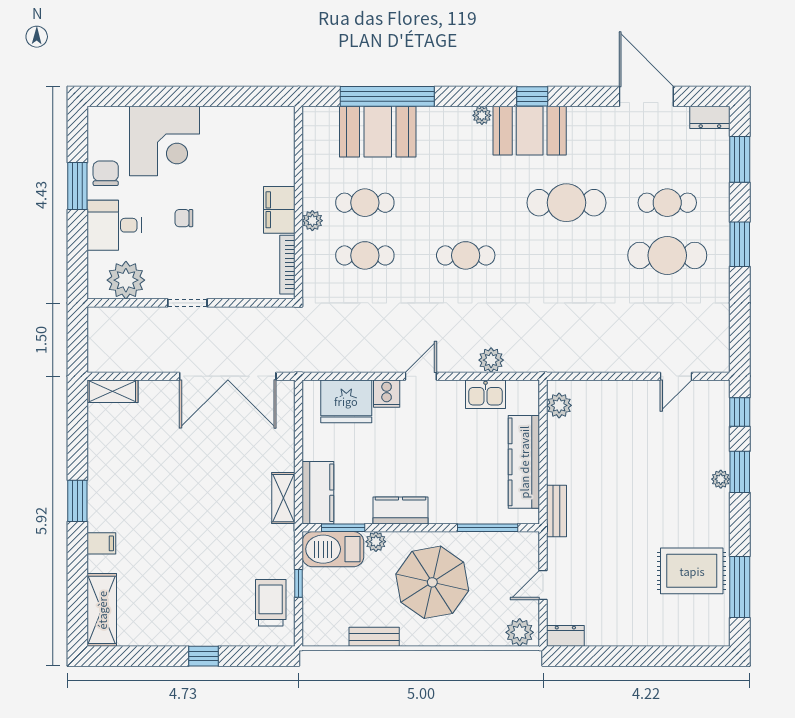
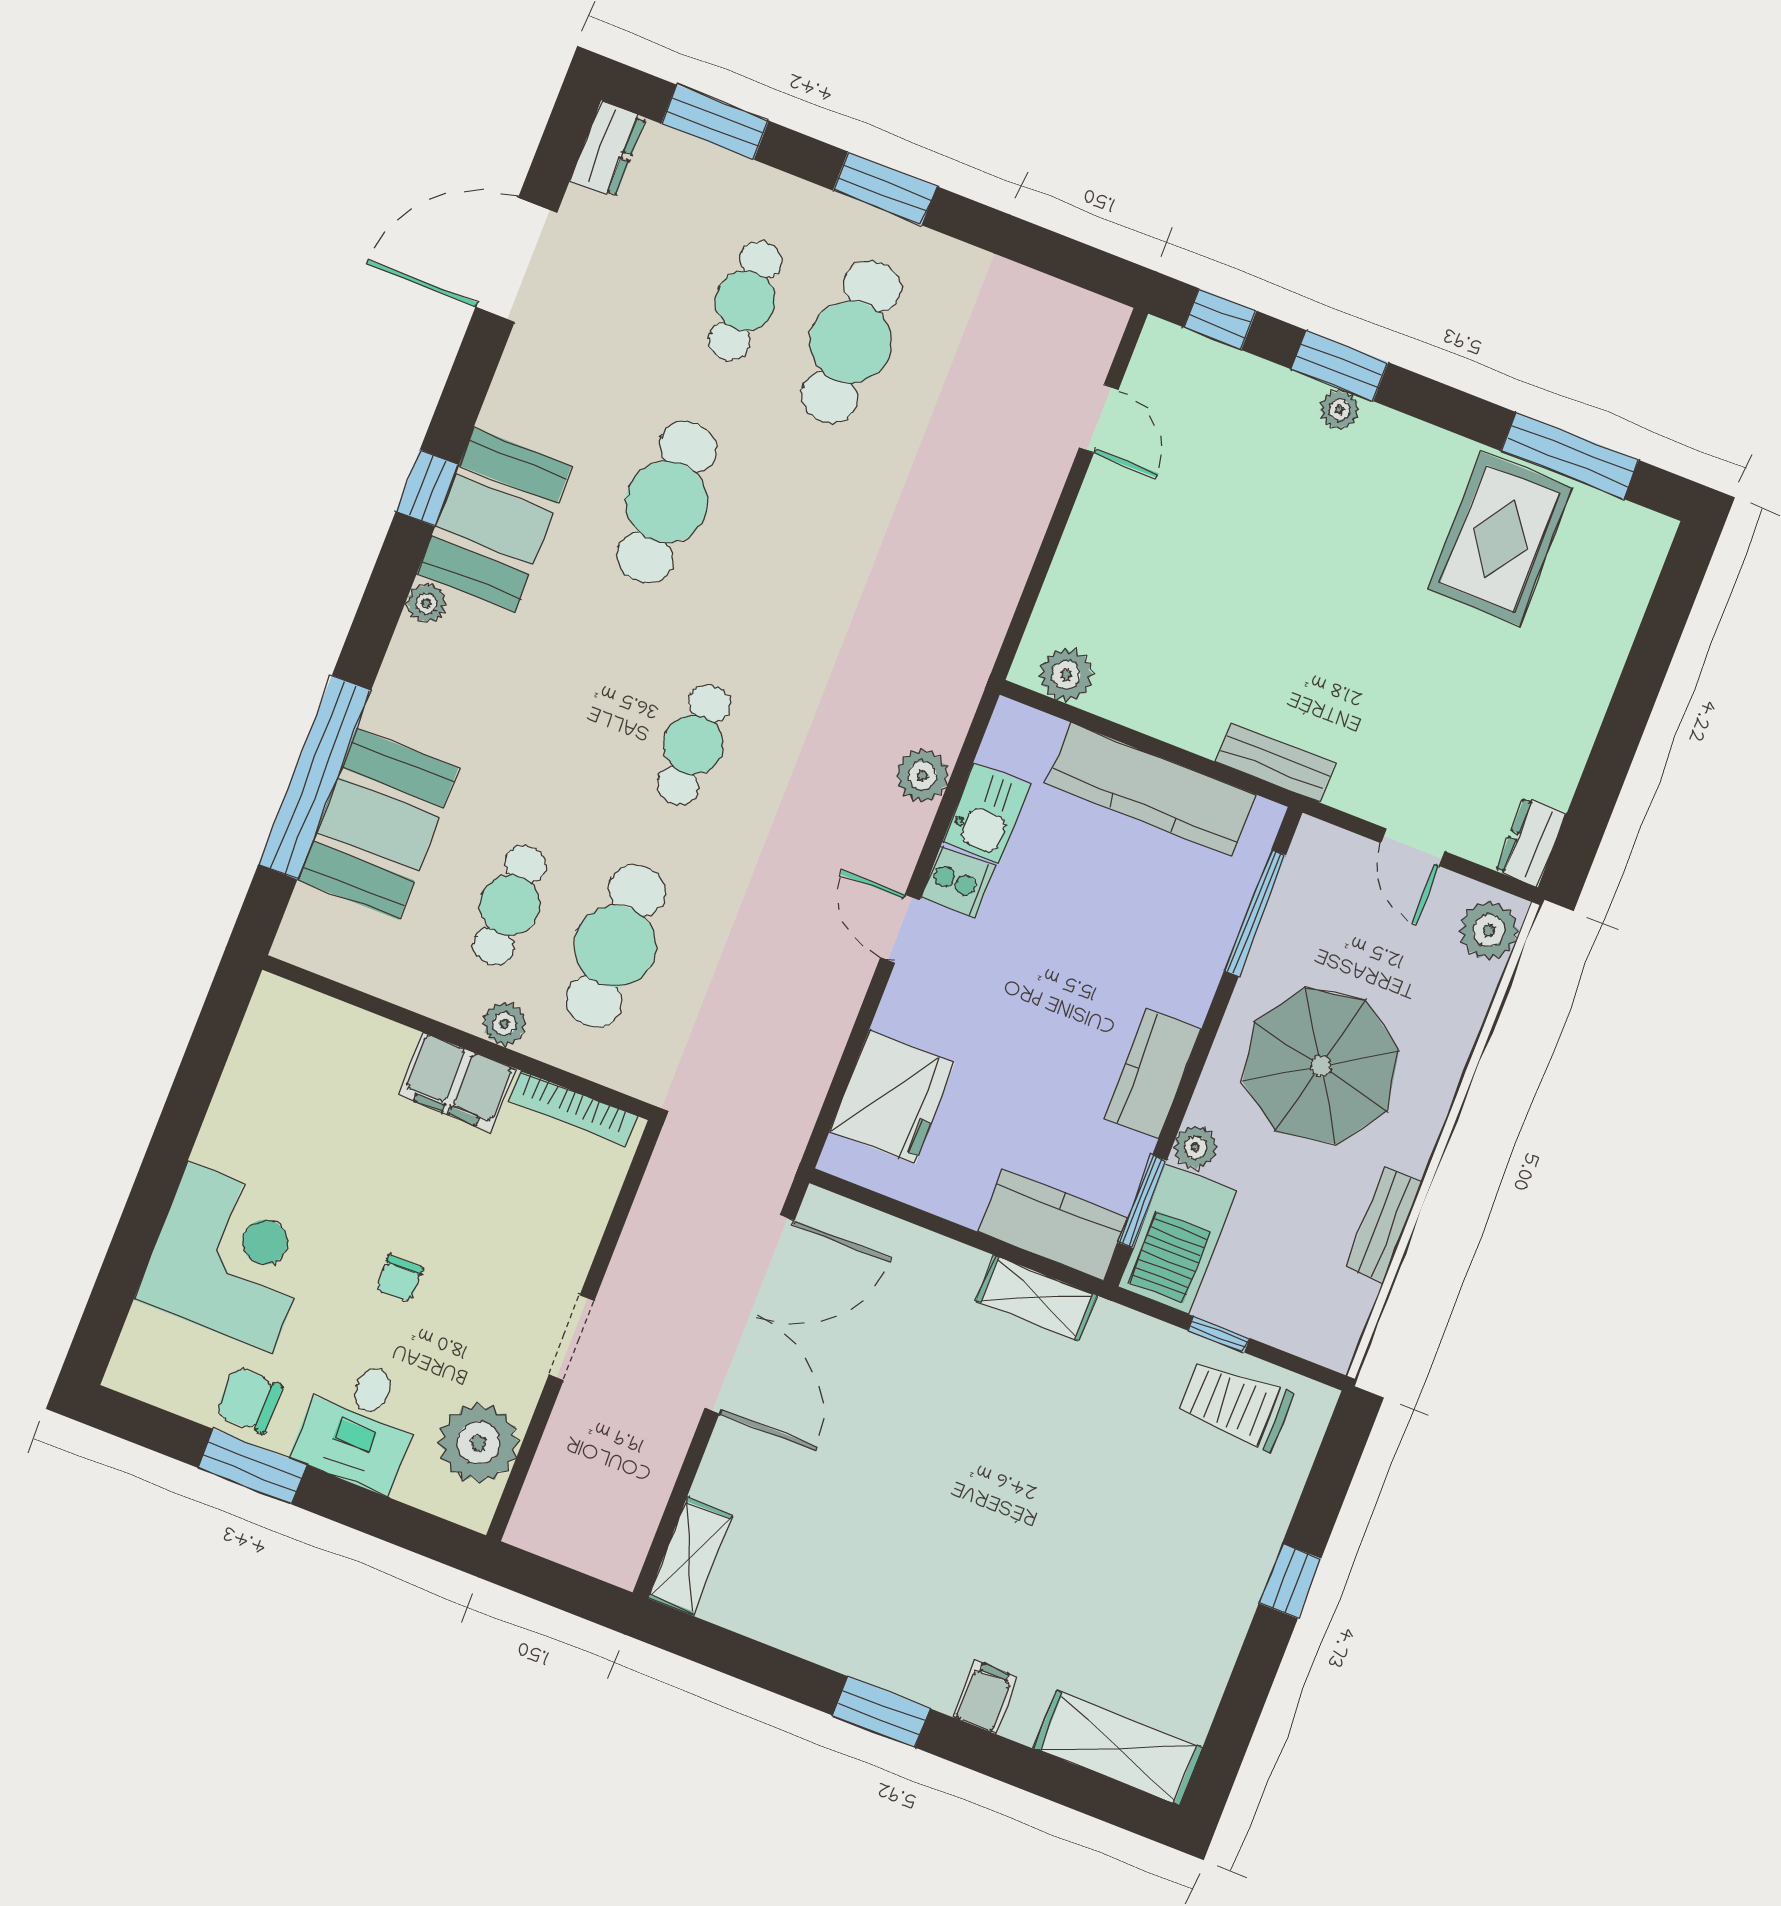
cafe table: (365, 255) -> (615, 946), width x1.37, depth x1.35
cooker: (387, 394) -> (958, 882), moved

